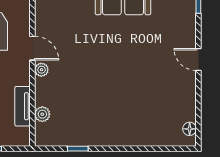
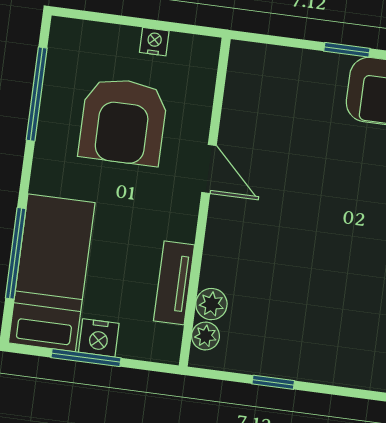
plant: (41, 70) -> (206, 336), moved

